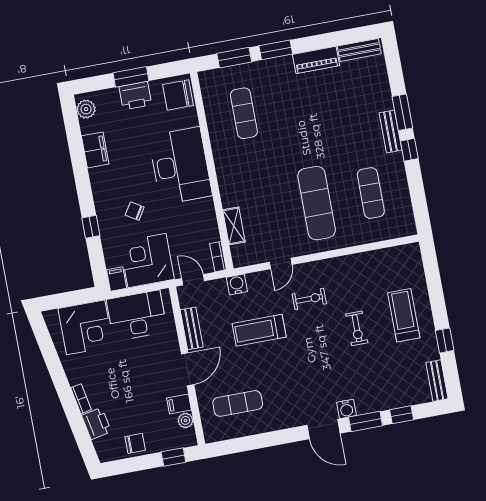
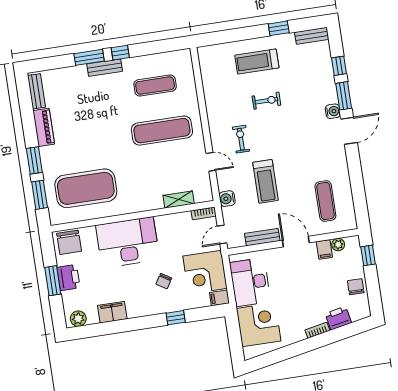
exercise mat: (244, 113) -> (86, 188), width x2.00, depth x1.45

